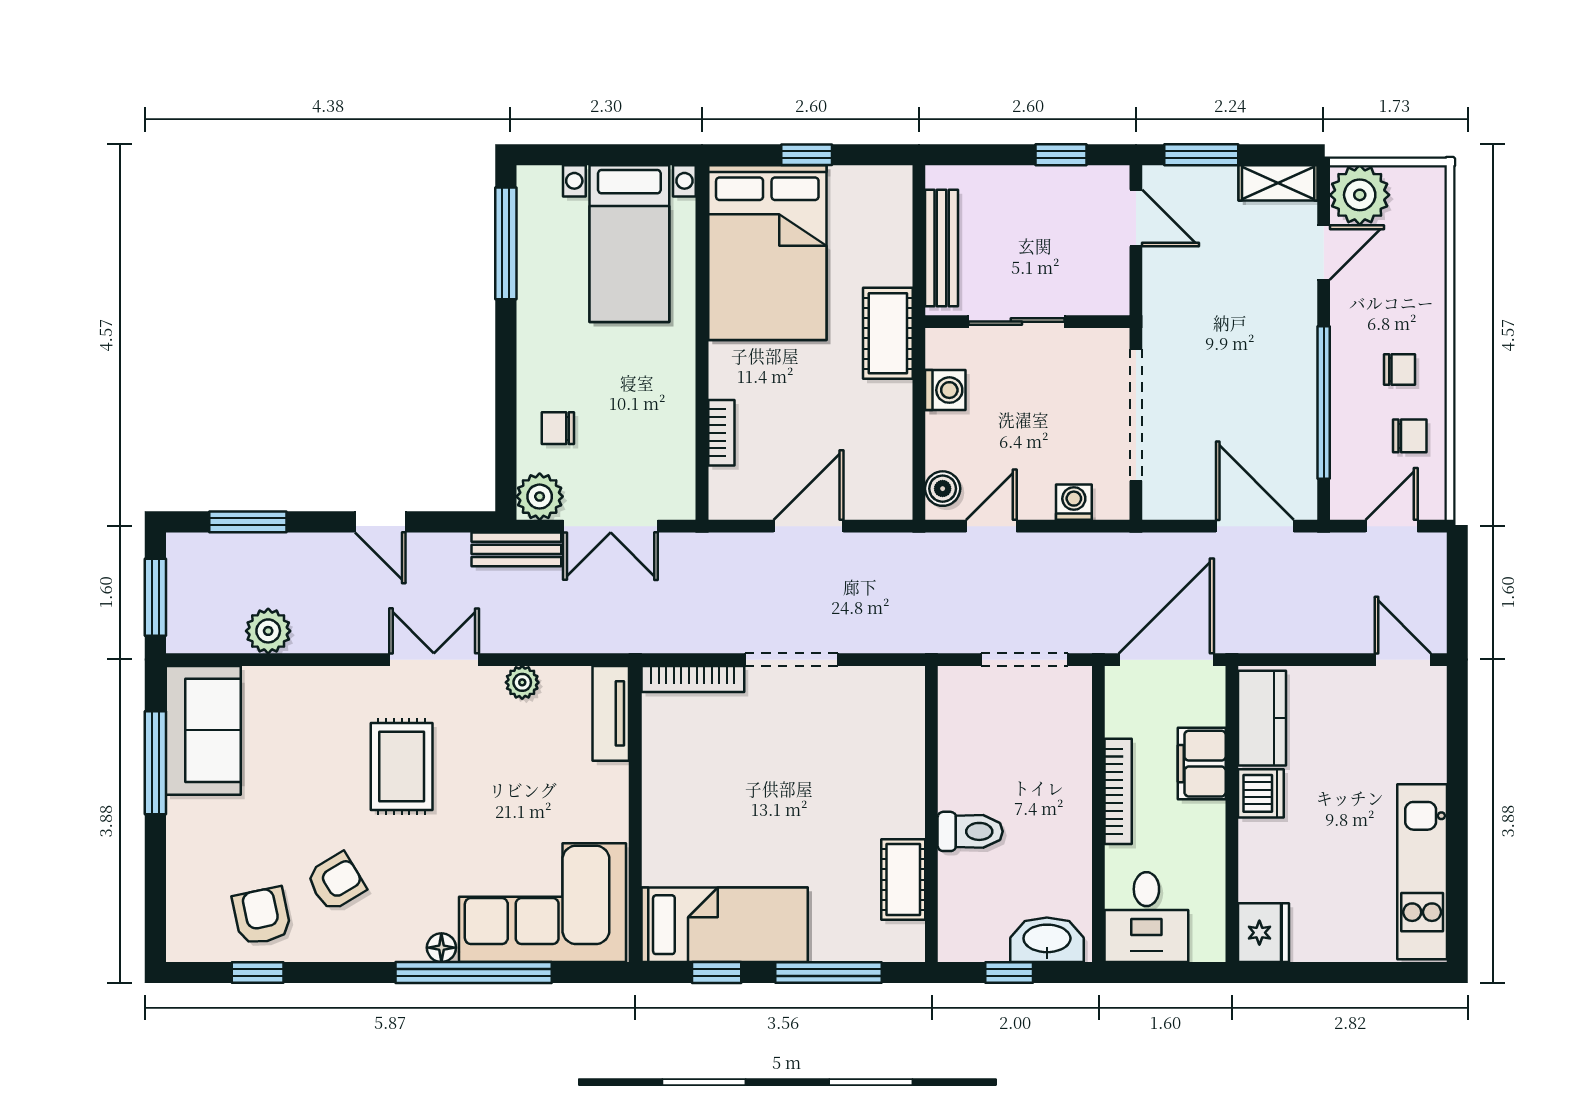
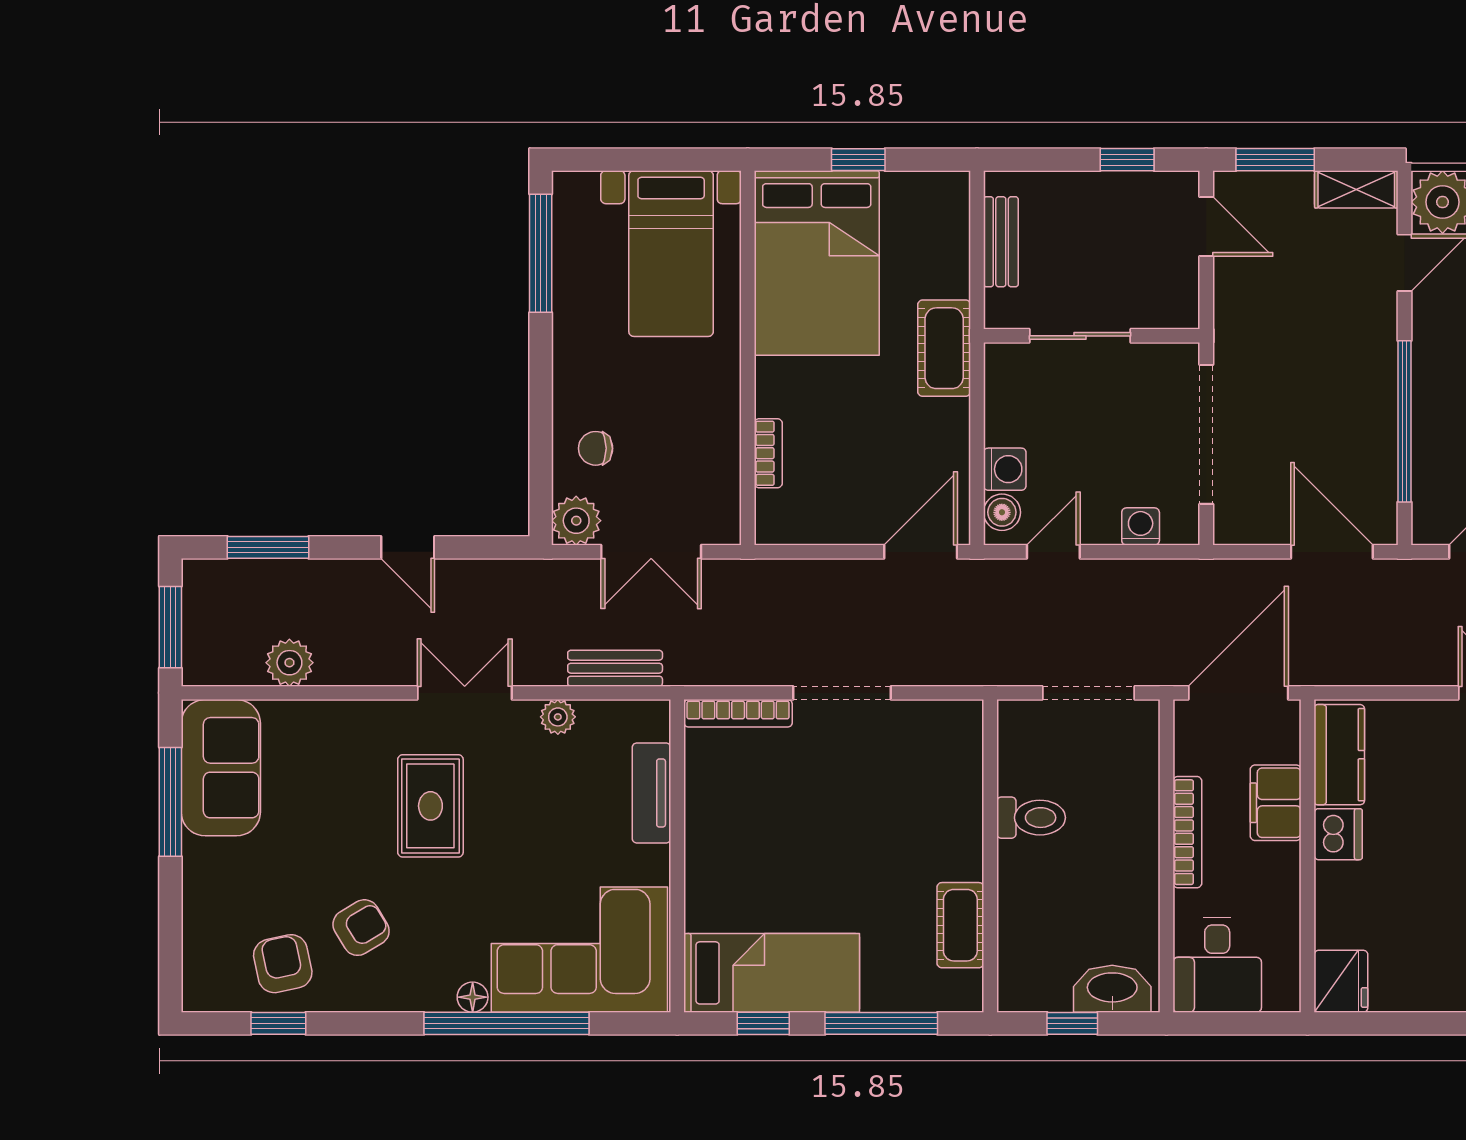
bench: (942, 248) -> (1001, 242), width x0.73
washing machine: (945, 390) -> (1005, 469), moved
door: (808, 526) -> (921, 552), moved
bench: (516, 549) -> (615, 668), moved
tv unit: (611, 713) -> (651, 793), moved
toilet: (970, 831) -> (1031, 818), moved

